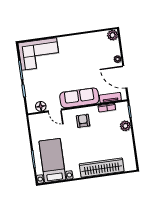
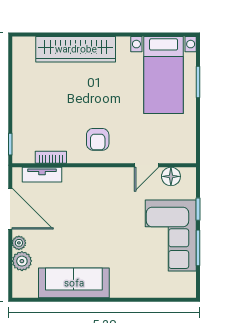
plant: (113, 35) -> (22, 261), moved
corner sofa: (39, 54) -> (171, 235), moved, turned -90
sofa: (79, 98) -> (74, 283), moved, turned 180
door: (55, 111) -> (146, 165), swing flipped
plant: (125, 126) -> (22, 119), removed

